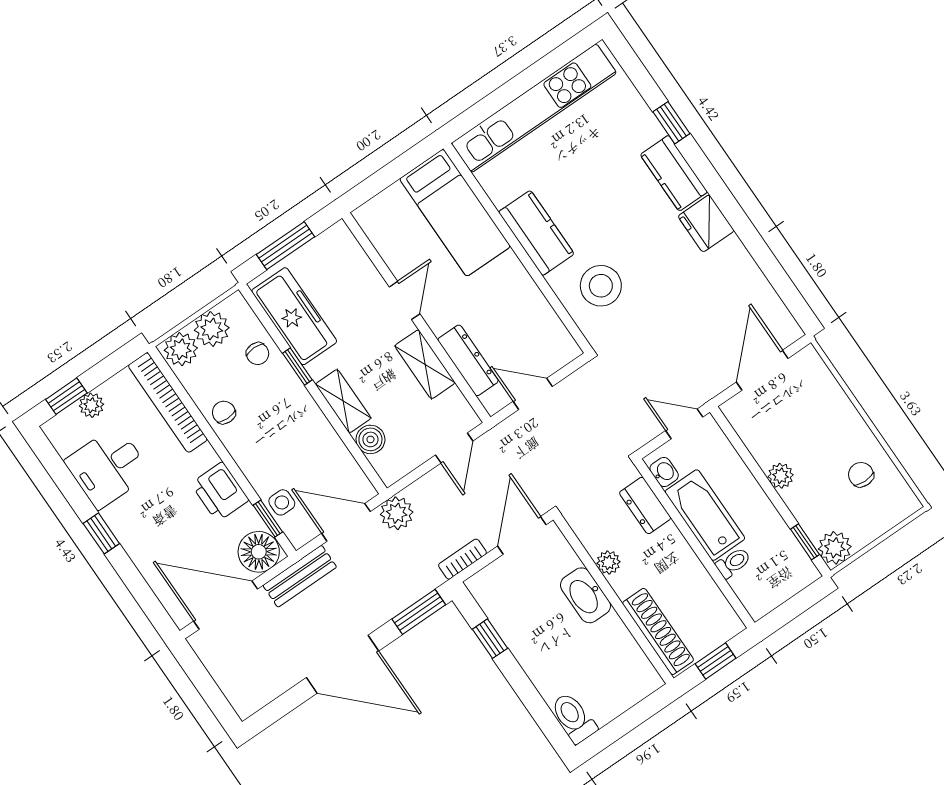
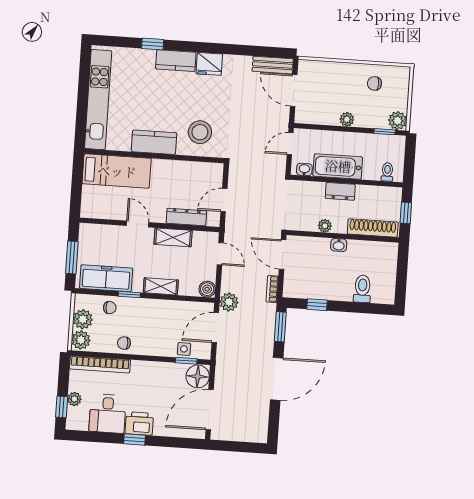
boiler: (370, 439) -> (207, 289), moved
printer: (220, 492) -> (139, 423), moved, turned 180
dresser: (645, 505) -> (340, 191), moved
toilet: (733, 563) -> (387, 172), moved
bench: (300, 576) -> (273, 65), moved, turned 90
washbasin: (586, 595) -> (339, 245), width x0.52, depth x0.69
toilet: (574, 718) -> (362, 289), moved, turned 90

